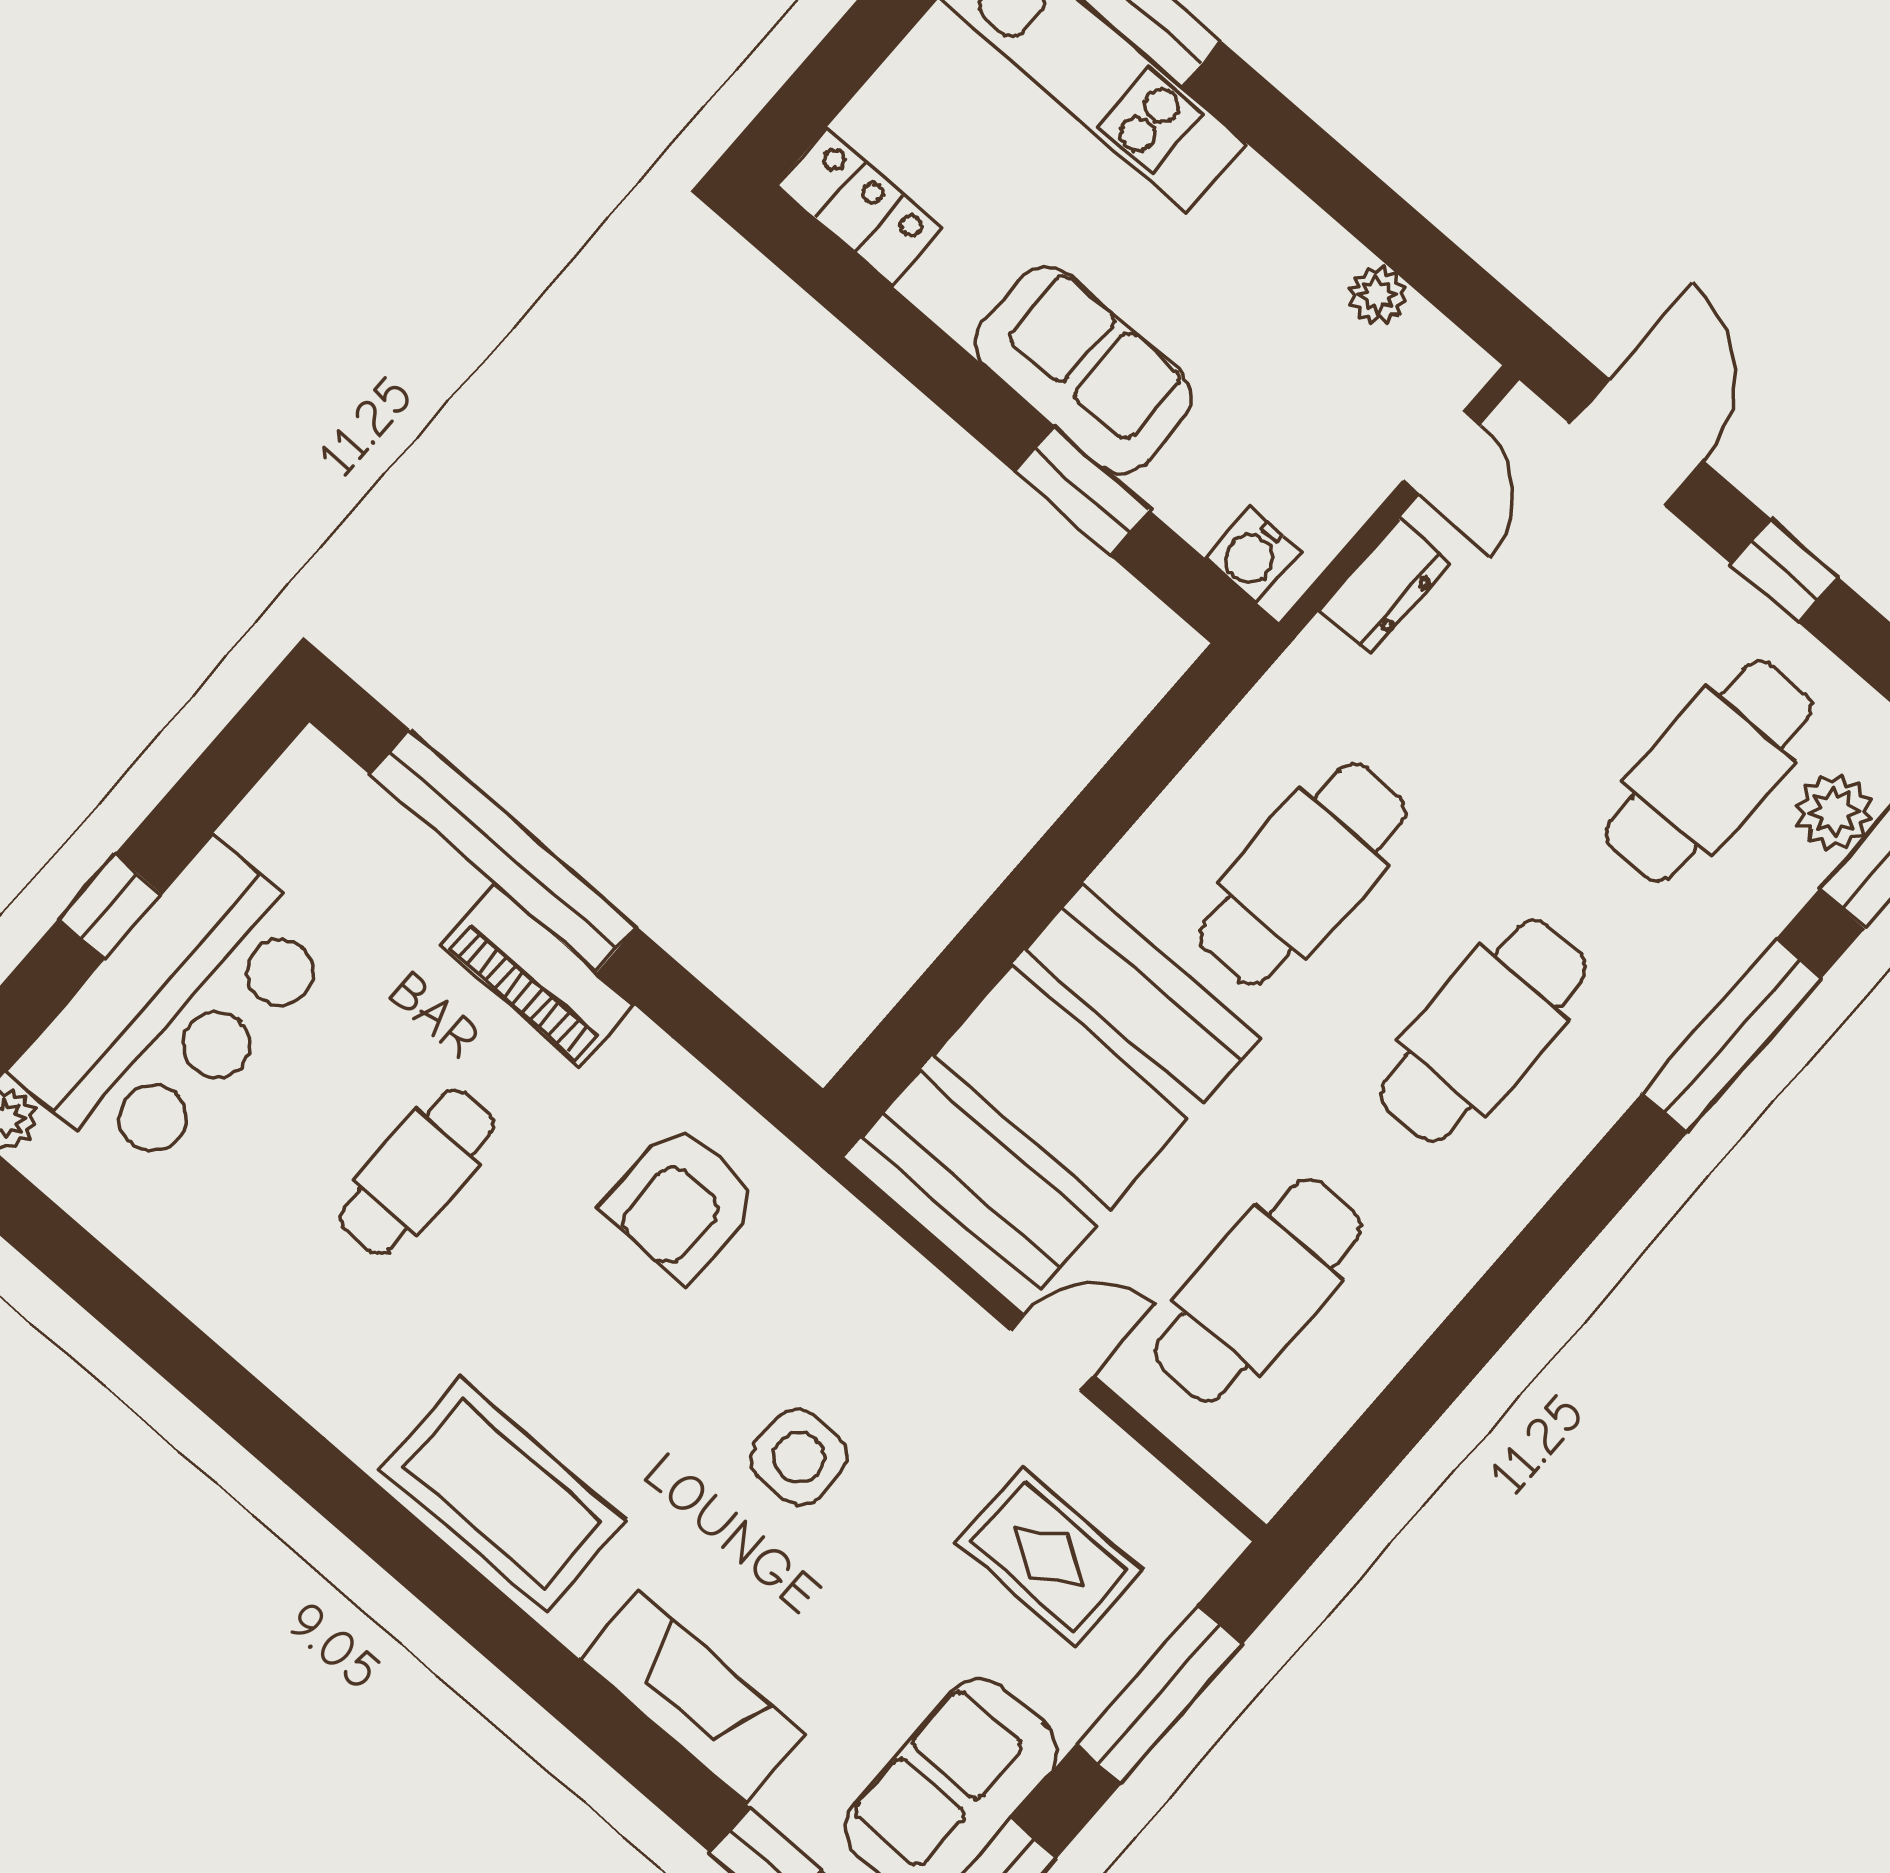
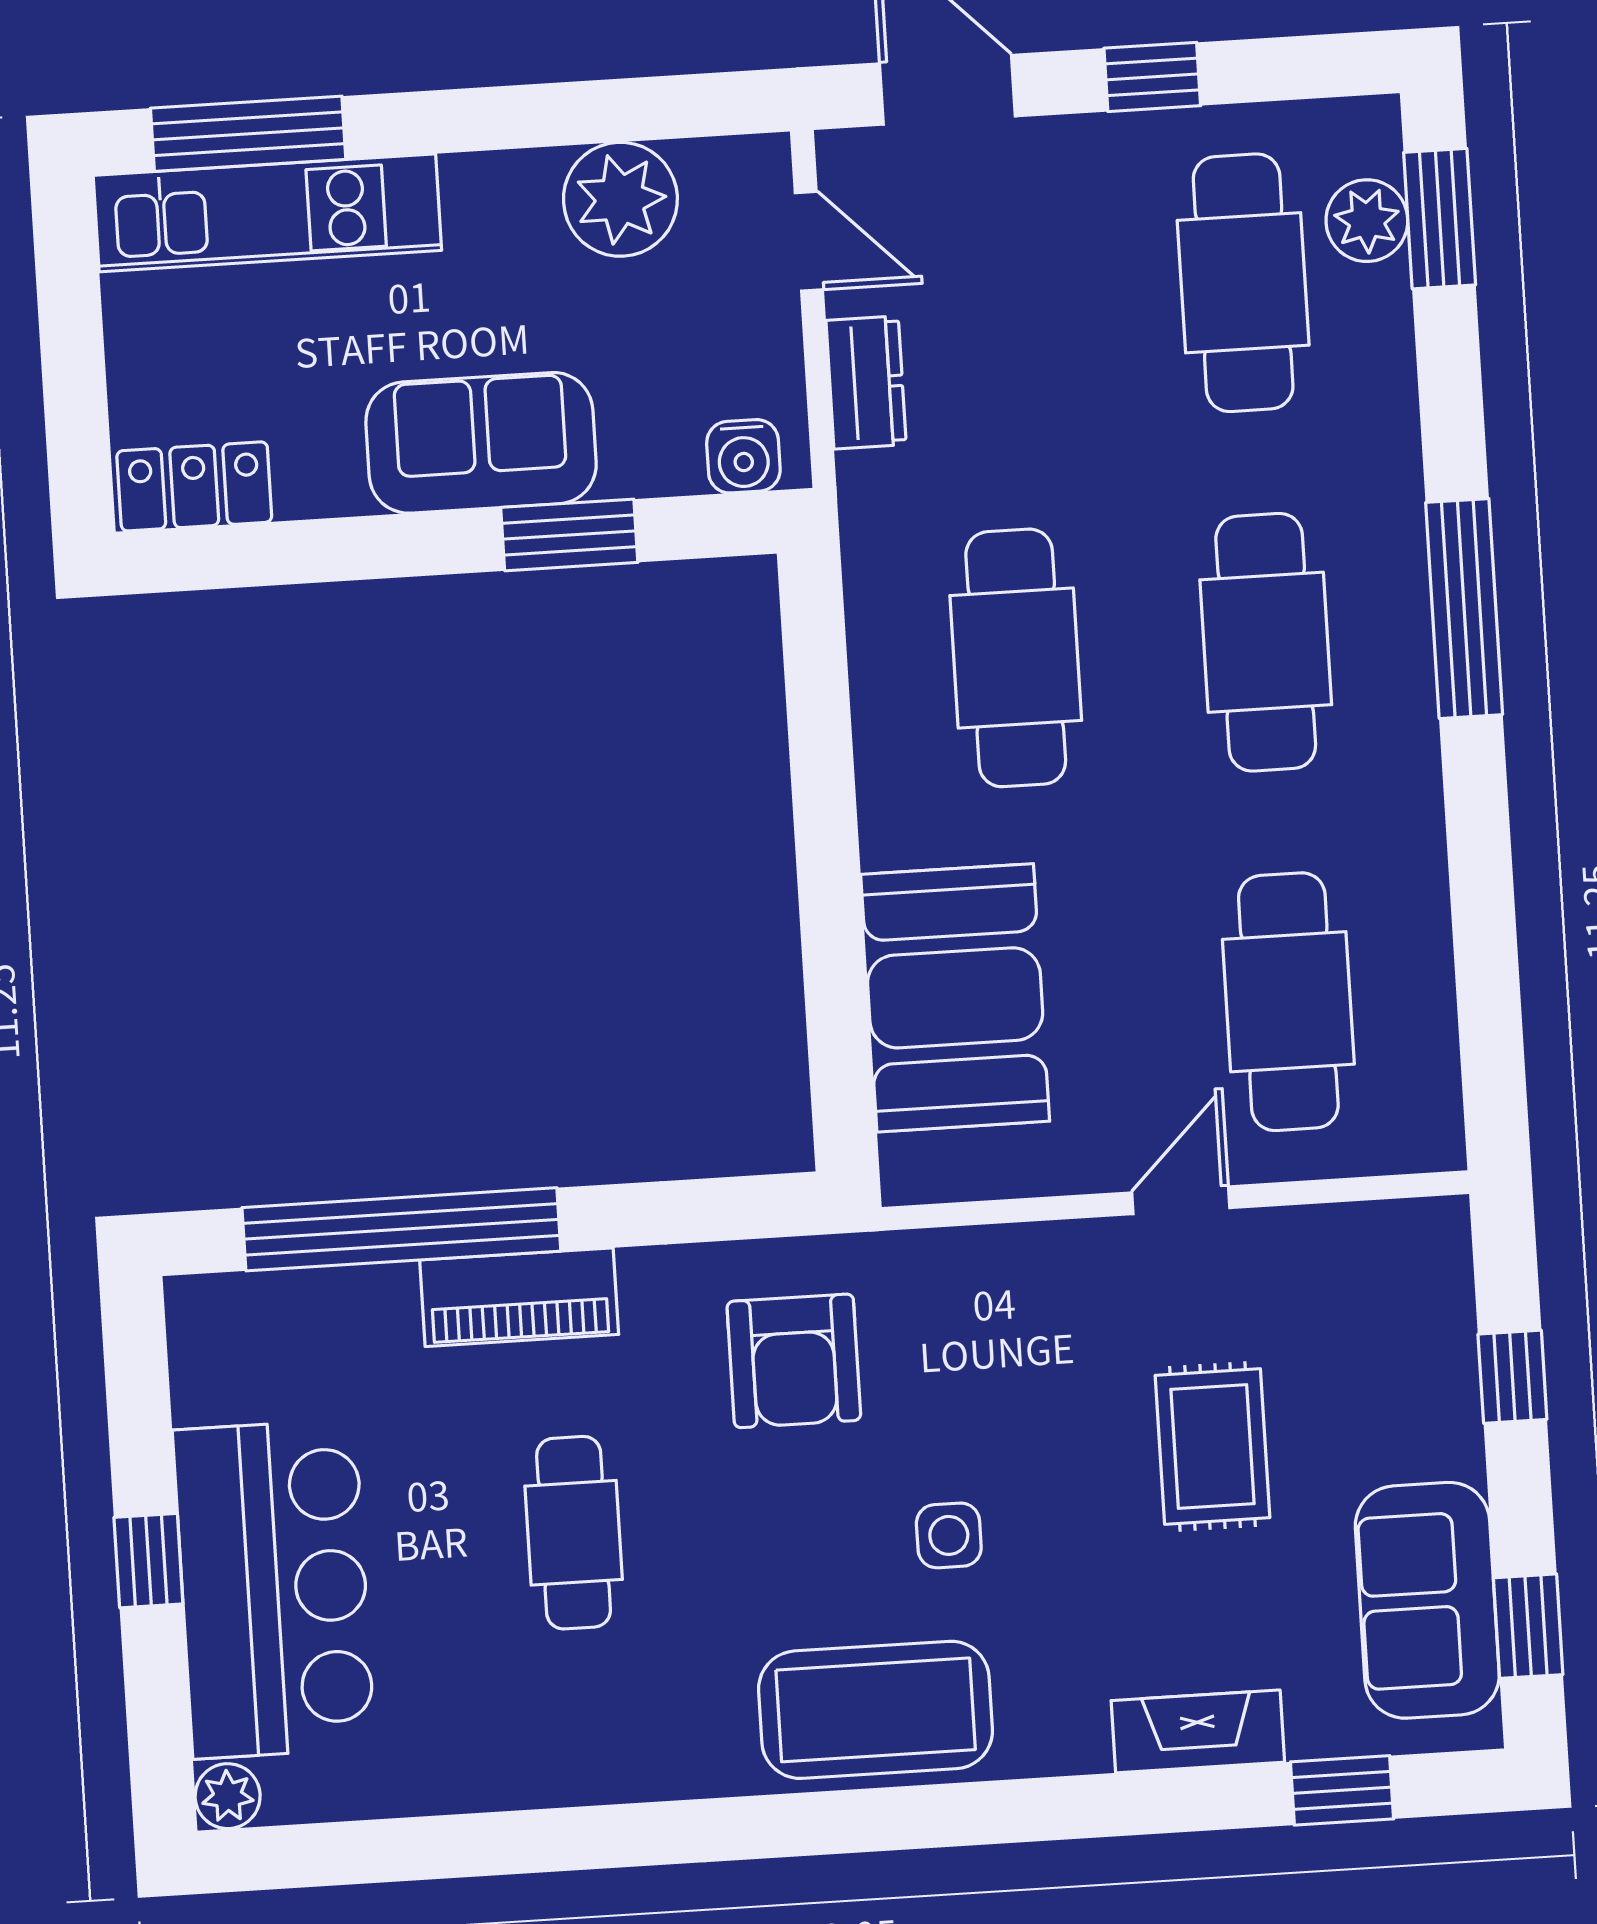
plant: (1377, 295) -> (620, 199), width x1.88, depth x1.88
window: (1732, 1036) -> (1464, 609), moved
booth: (1061, 1087) -> (955, 998), width x0.73, depth x0.70
side table: (799, 1457) -> (949, 1535), moved, width x0.73, depth x0.73
rug: (1049, 1556) -> (1213, 1447), moved, turned 90
window: (1159, 1695) -> (1512, 1377), width x0.46
fireplace: (692, 1697) -> (1198, 1731), width x0.73, depth x0.76

